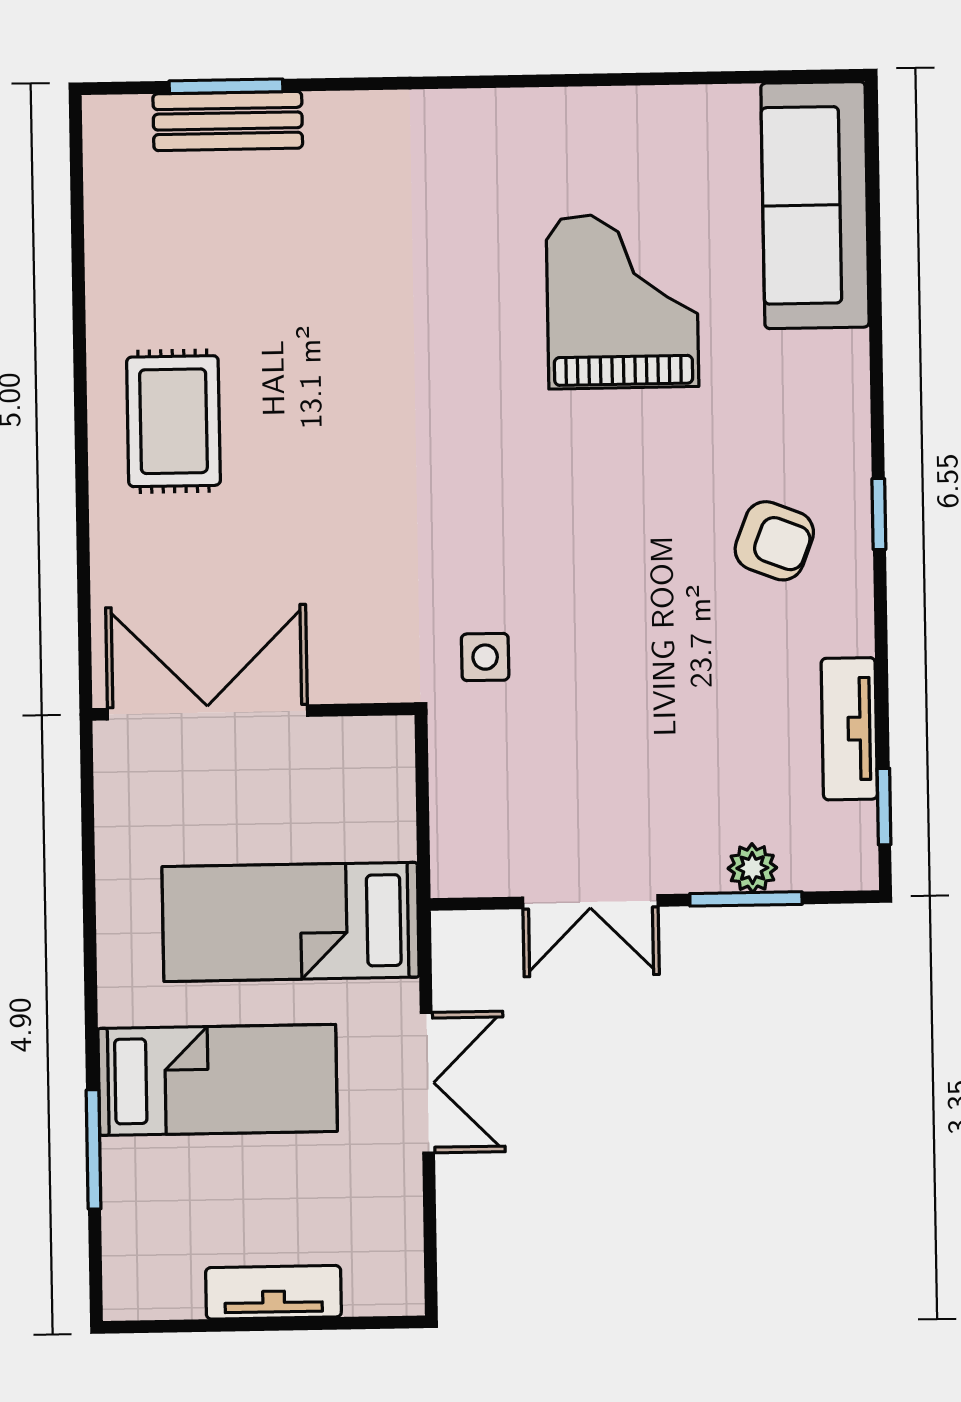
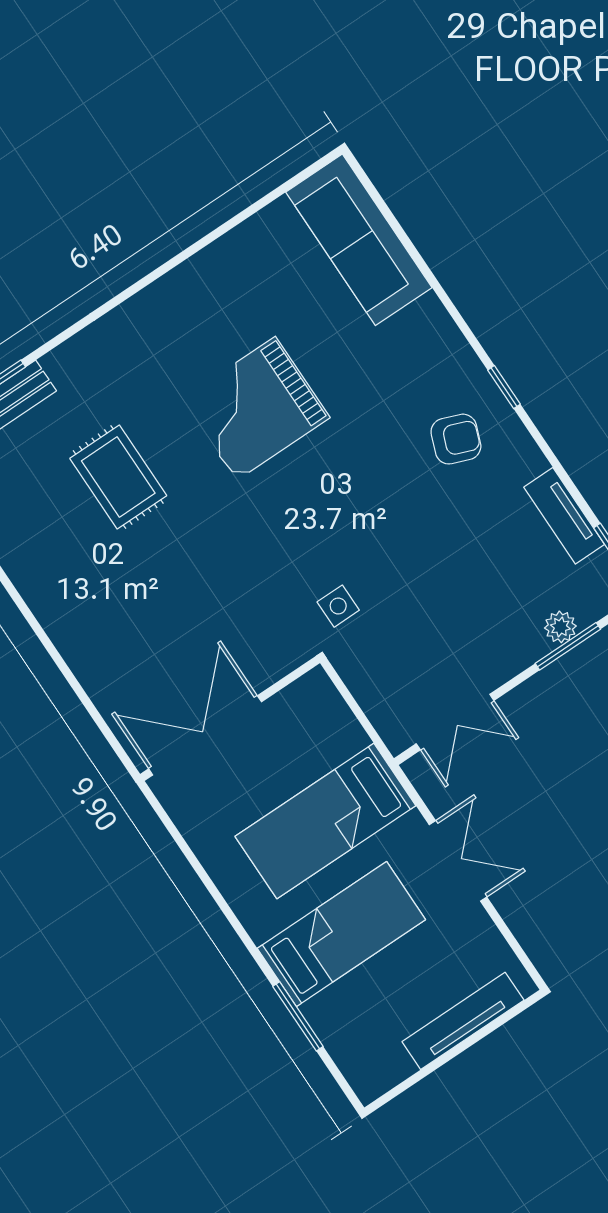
grand piano: (622, 301) -> (256, 409), moved, turned -90
rug: (173, 421) -> (118, 477), moved
double door: (590, 902) -> (455, 722), moved
tv unit: (273, 1292) -> (463, 1021), width x1.41

